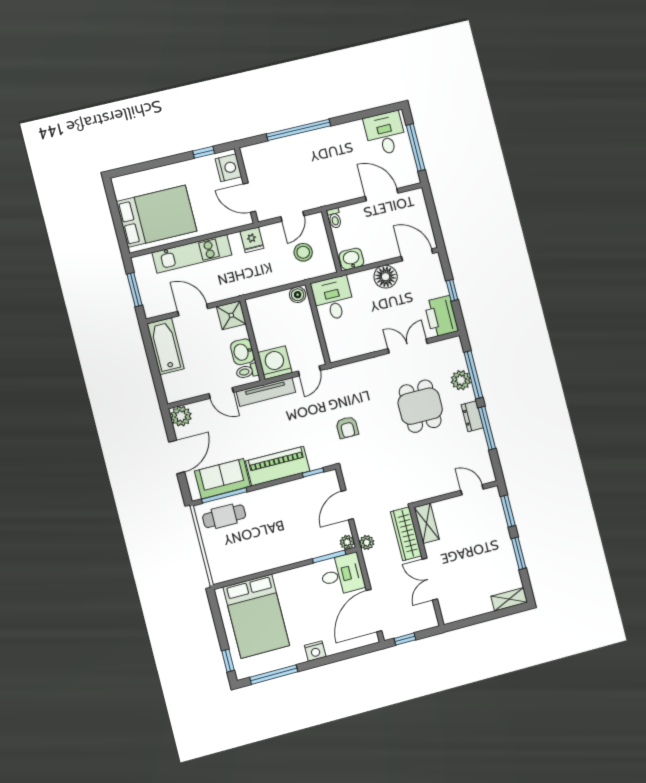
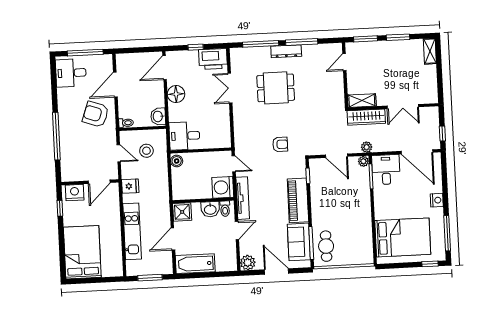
armchair: (338, 176) -> (96, 114), added
bed: (157, 216) -> (82, 252), moved
plant: (461, 380) -> (263, 54), removed
dresser: (472, 416) -> (286, 51), width x1.44

